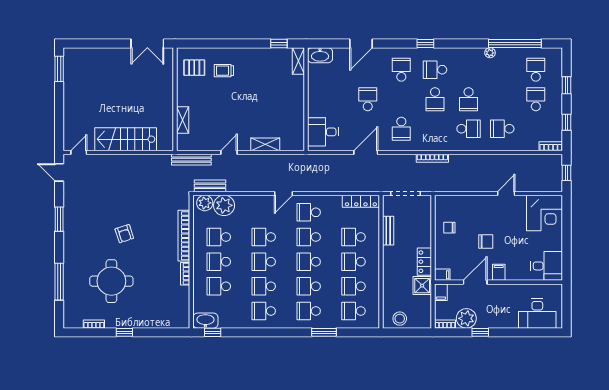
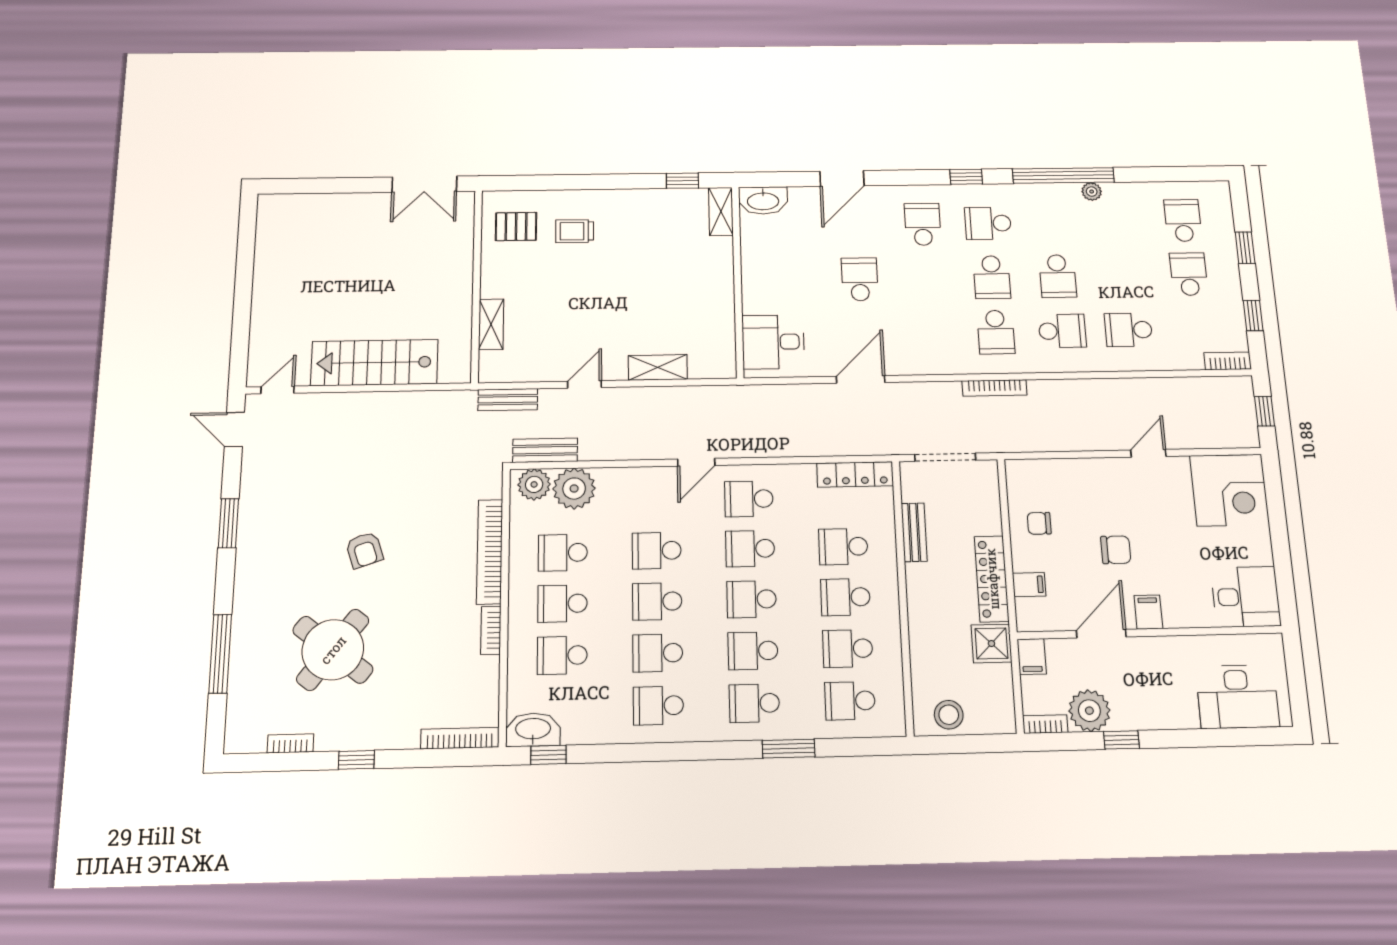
window: (515, 44) -> (1063, 175), moved
window: (59, 69) -> (247, 233), removed
school desk: (401, 129) -> (996, 332), moved
bench: (191, 160) -> (508, 400), width x0.73
locker: (424, 262) -> (992, 579), width x1.53
filing cabinet: (442, 275) -> (1029, 585), moved
round table: (111, 281) -> (333, 650), turned 38
bookcase: (172, 324) -> (460, 738), added

